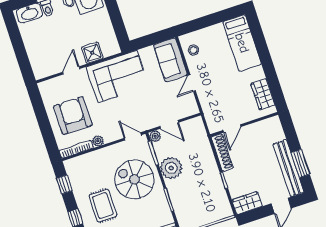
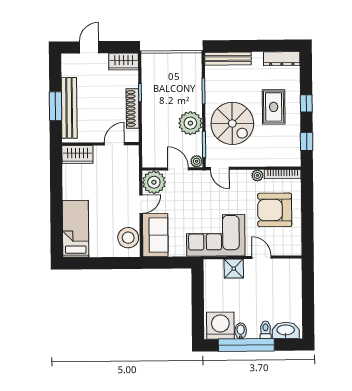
stool: (193, 50) -> (128, 238), width x1.89, depth x1.89
door: (71, 70) -> (262, 257), swing flipped
wardrobe: (263, 94) -> (77, 155), moved, turned 90
plant: (187, 106) -> (154, 182), added
armchair: (73, 116) -> (275, 210), turned 90
shoe rack: (222, 152) -> (132, 108), moved
window: (300, 163) -> (56, 106), moved
bench: (289, 168) -> (69, 108), moved

